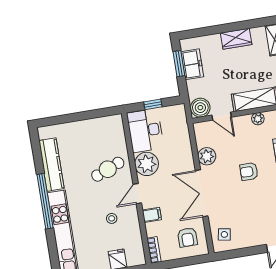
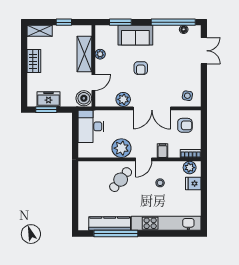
window: (153, 104) -> (75, 135), removed
desk: (145, 130) -> (91, 126), moved, turned 90
cafe table: (108, 169) -> (121, 180), turned 62
door: (137, 194) -> (144, 159), hinge flipped
window: (45, 201) -> (116, 233), moved
plant: (136, 252) -> (190, 168), added

